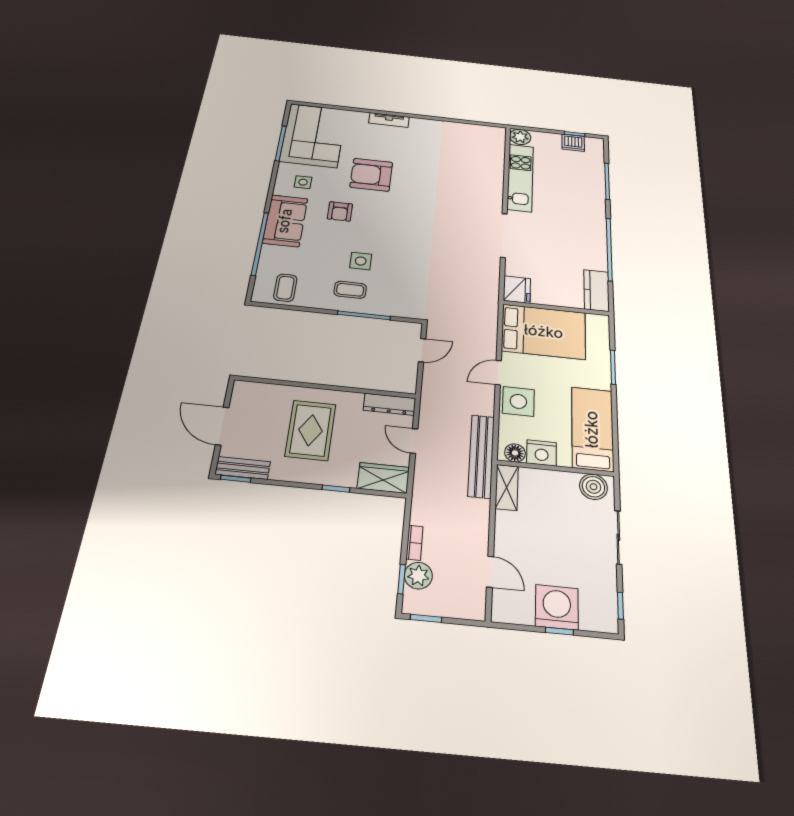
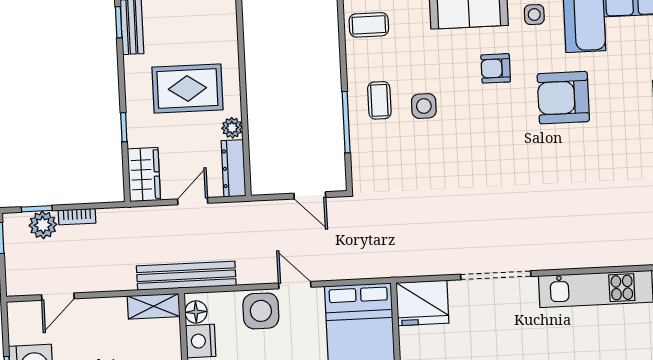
armchair: (371, 175) -> (563, 98), turned -90
fridge: (517, 290) -> (422, 303), width x1.36, depth x1.34
plant: (353, 400) -> (232, 128), added

